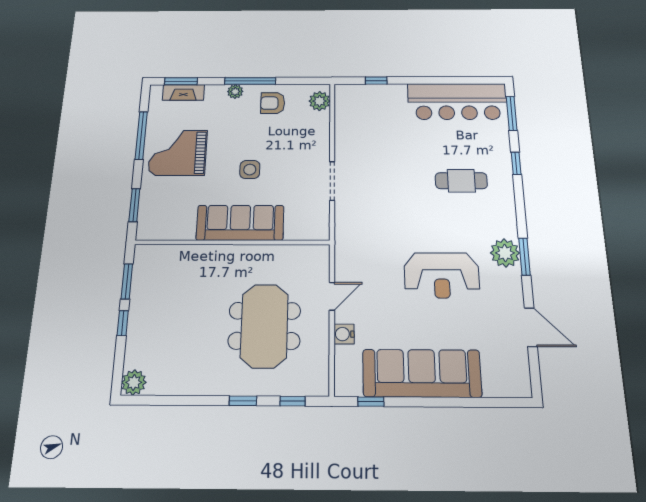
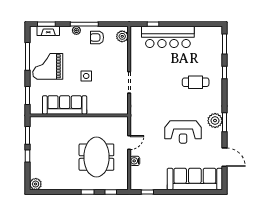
bar counter: (457, 102) -> (168, 37), moved
sofa: (240, 223) -> (65, 105), moved
sofa: (422, 373) -> (195, 179), moved

